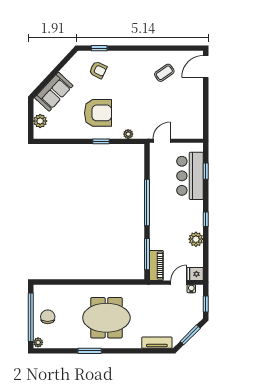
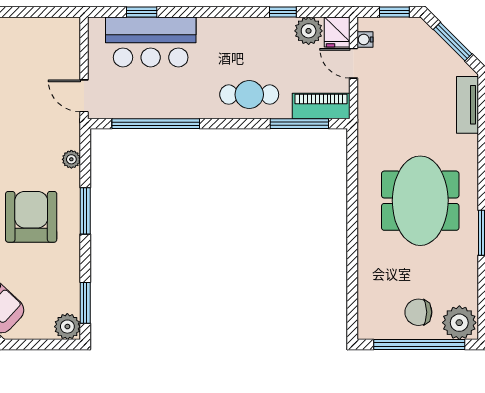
plant: (40, 121) -> (67, 327), moved
window: (53, 141) -> (85, 303), added
window: (101, 141) -> (85, 211), width x1.50
window: (147, 202) -> (156, 124), moved
window: (206, 219) -> (283, 12), moved
cafe table: (162, 228) -> (249, 95), added
plant: (196, 239) -> (309, 31), moved
plant: (38, 342) -> (459, 323), width x1.88, depth x1.88

